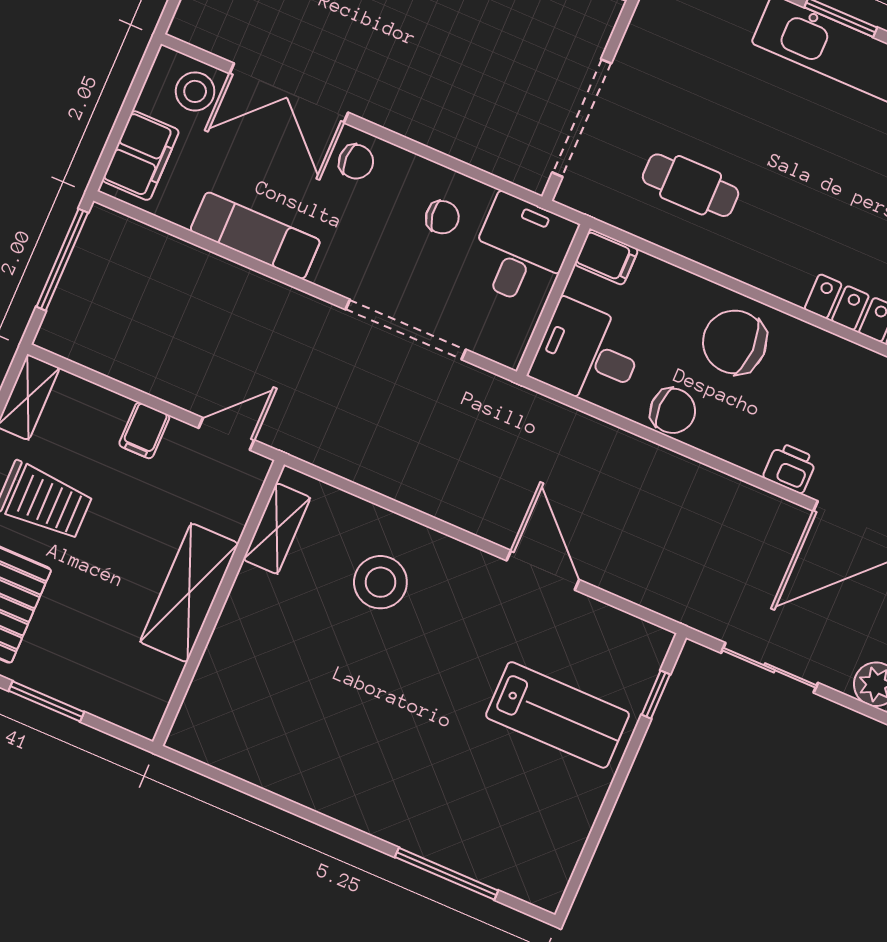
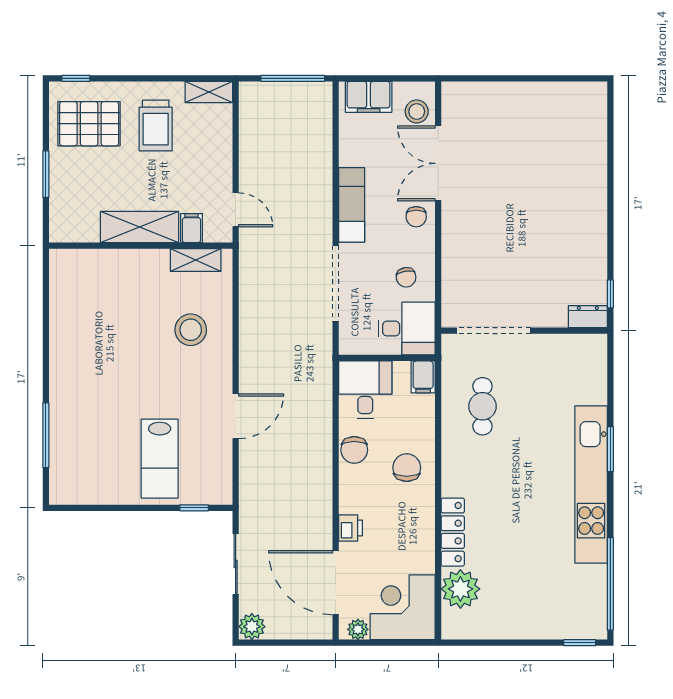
exam couch: (255, 236) -> (352, 205), moved
chair: (735, 342) -> (407, 468), width x0.73, depth x0.73
filing cabinet: (144, 430) -> (192, 228), moved, turned 90

